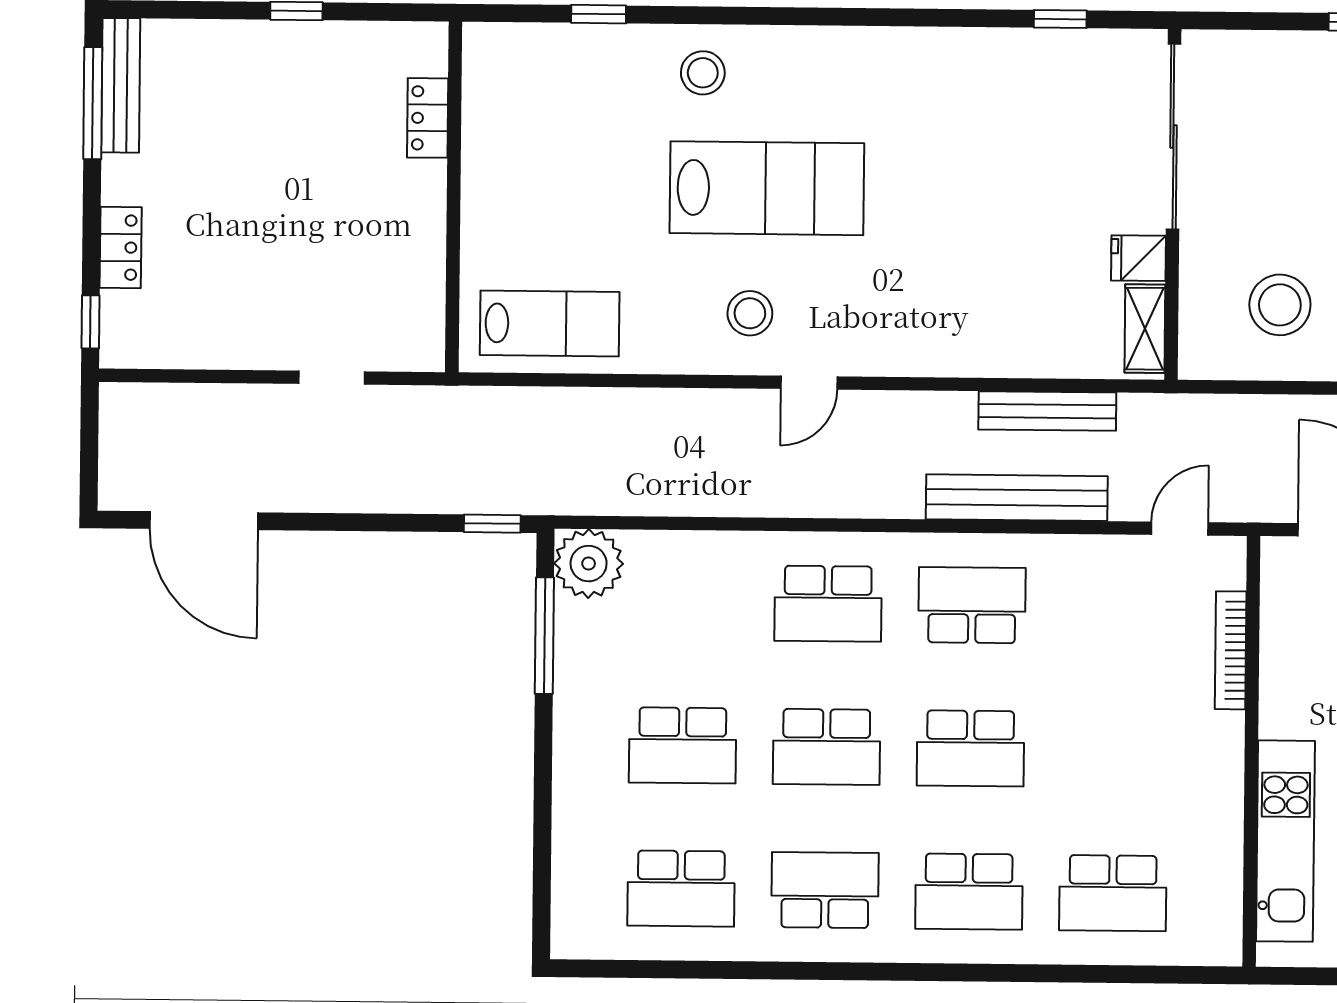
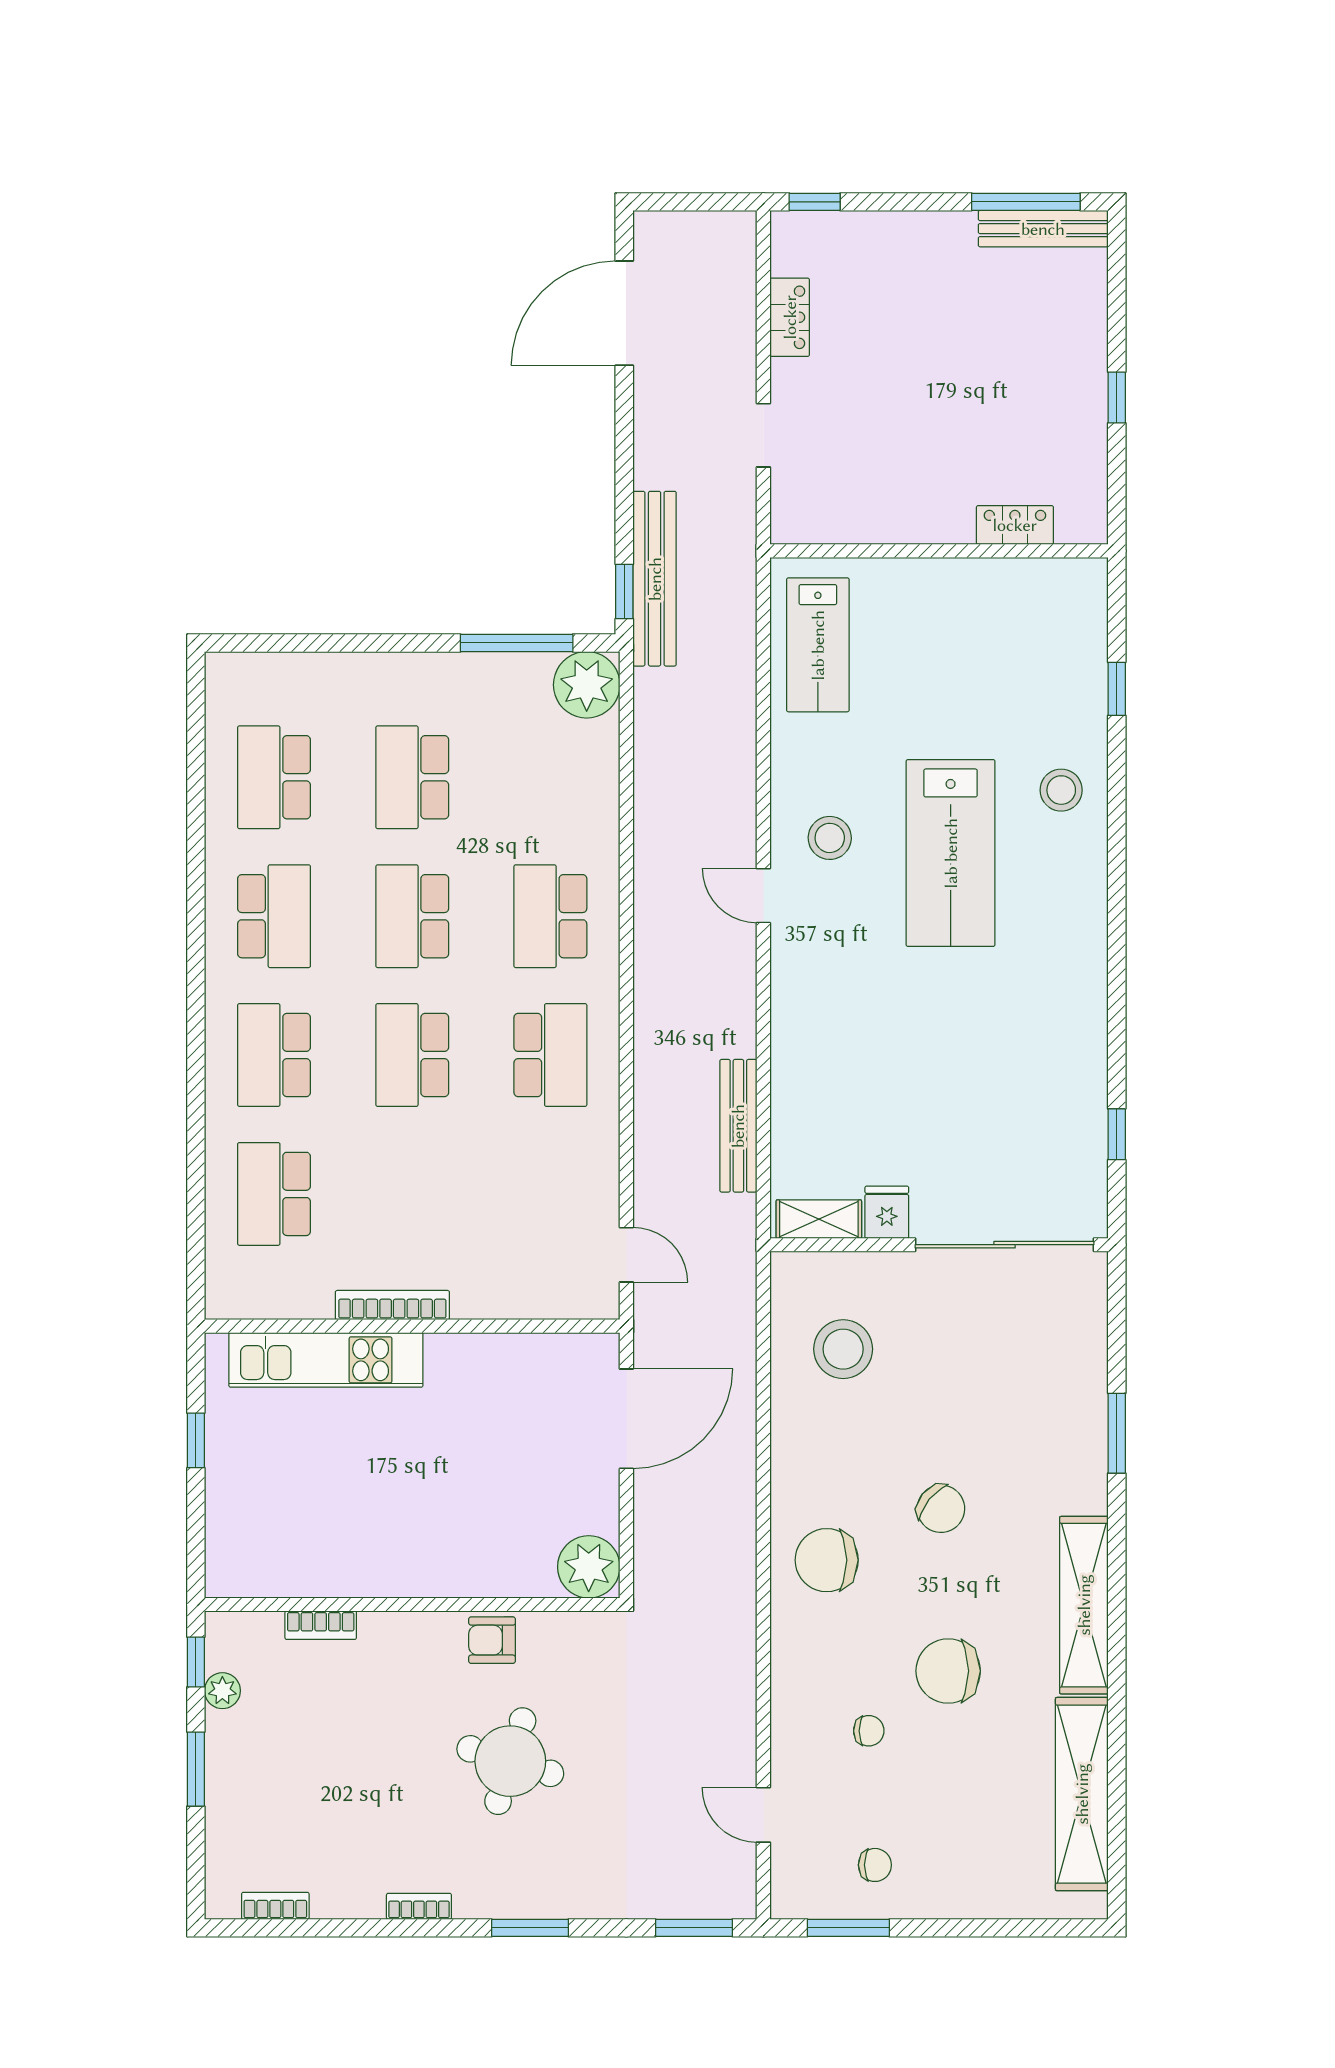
locker: (121, 247) -> (790, 317), moved, turned -90
bench: (1017, 498) -> (655, 579), moved
bookcase: (1231, 650) -> (392, 1305), moved

